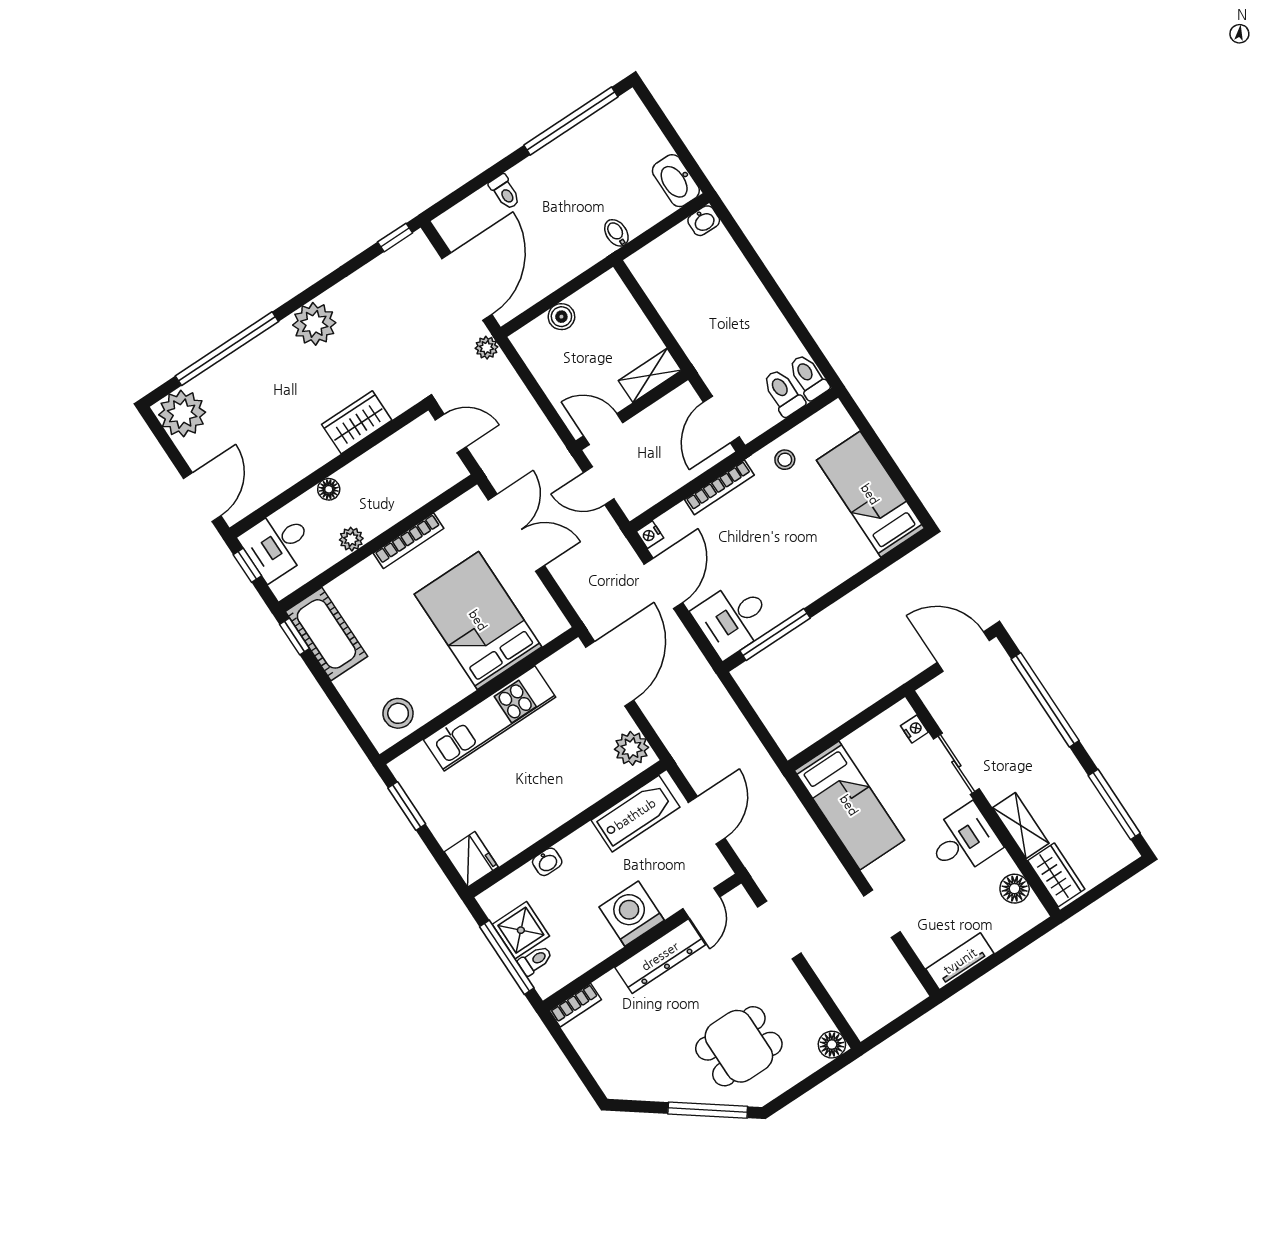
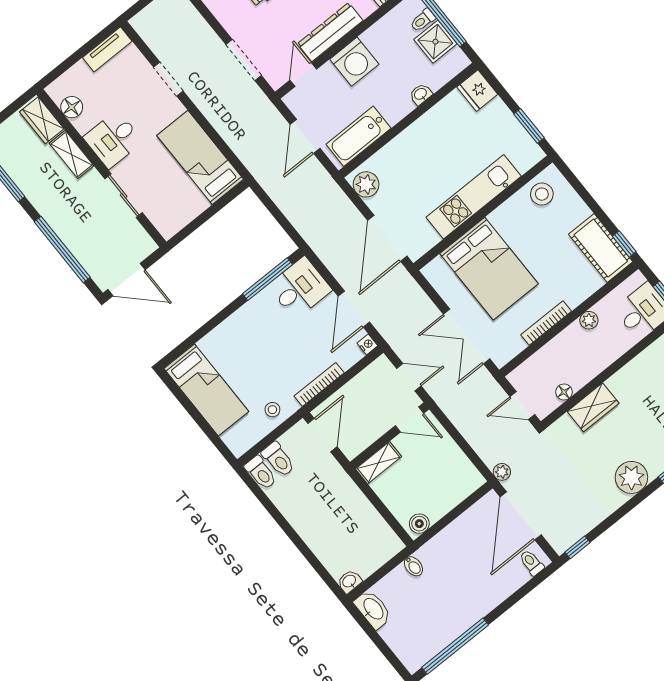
toilet: (505, 192) -> (532, 563), moved
boiler: (561, 317) -> (419, 524), moved
floor lamp: (329, 489) -> (564, 392), moved
nightstand: (914, 729) -> (157, 219), removed

